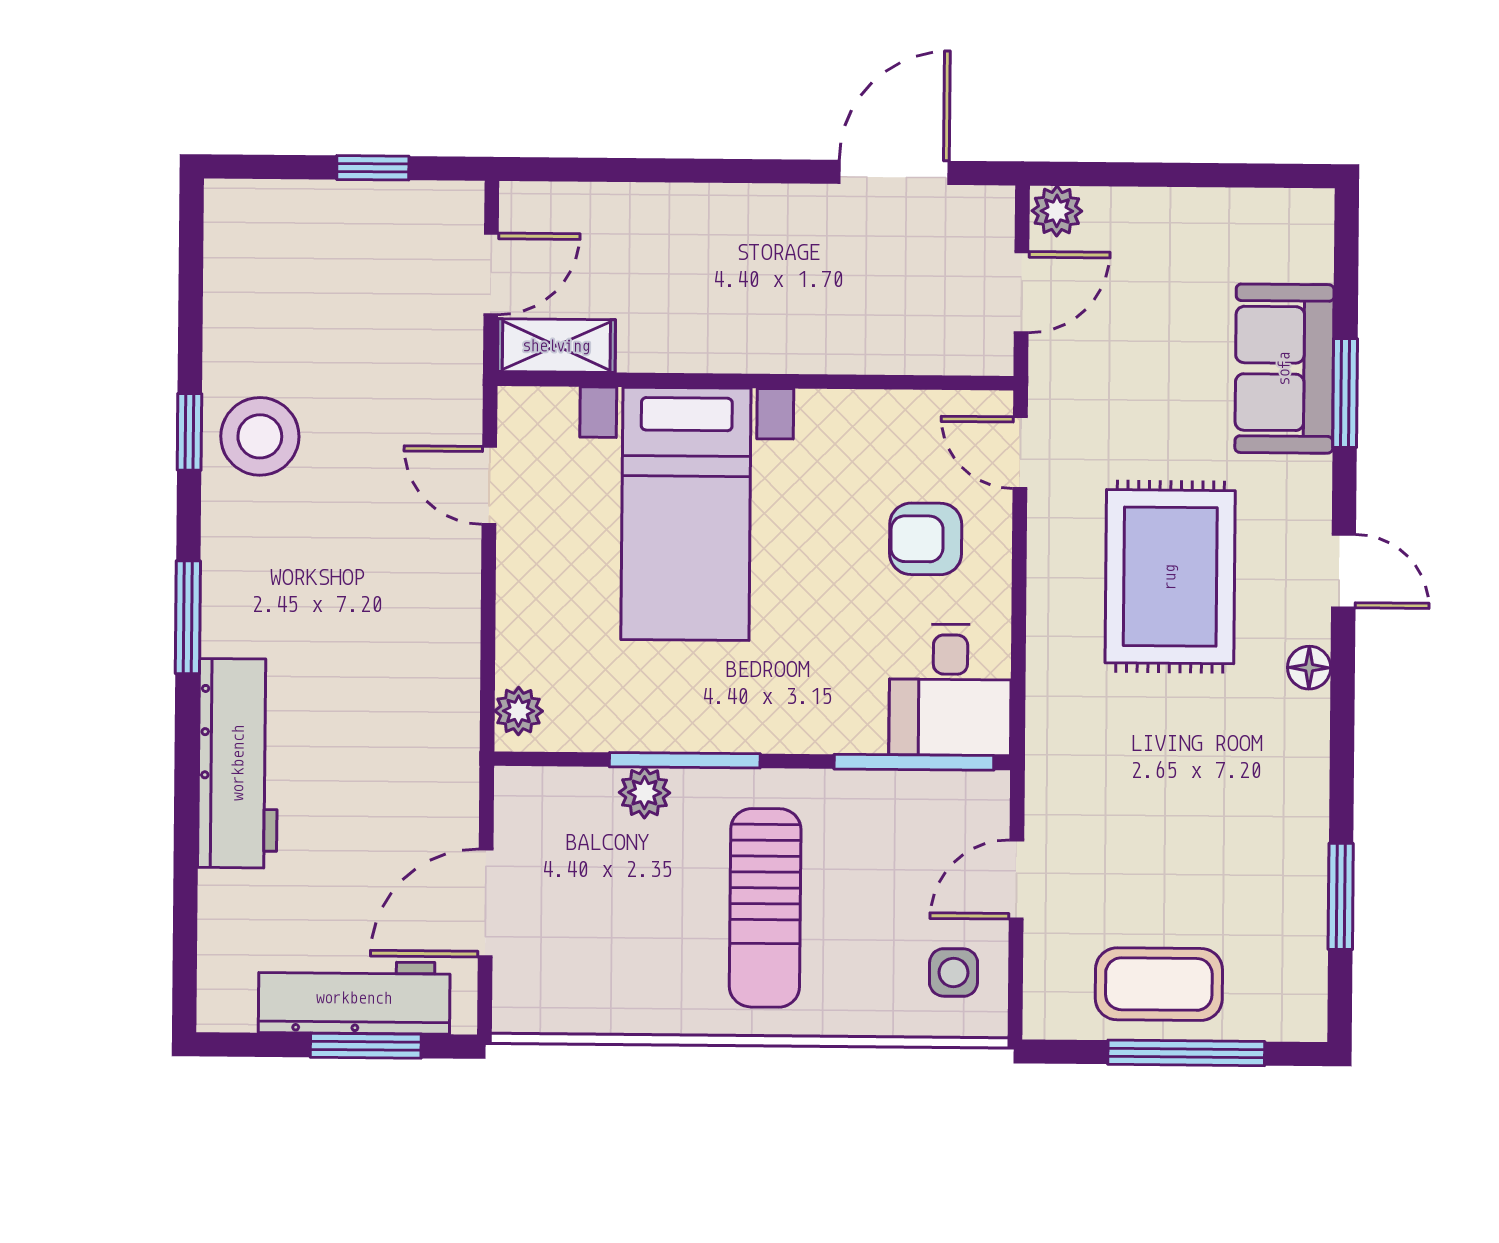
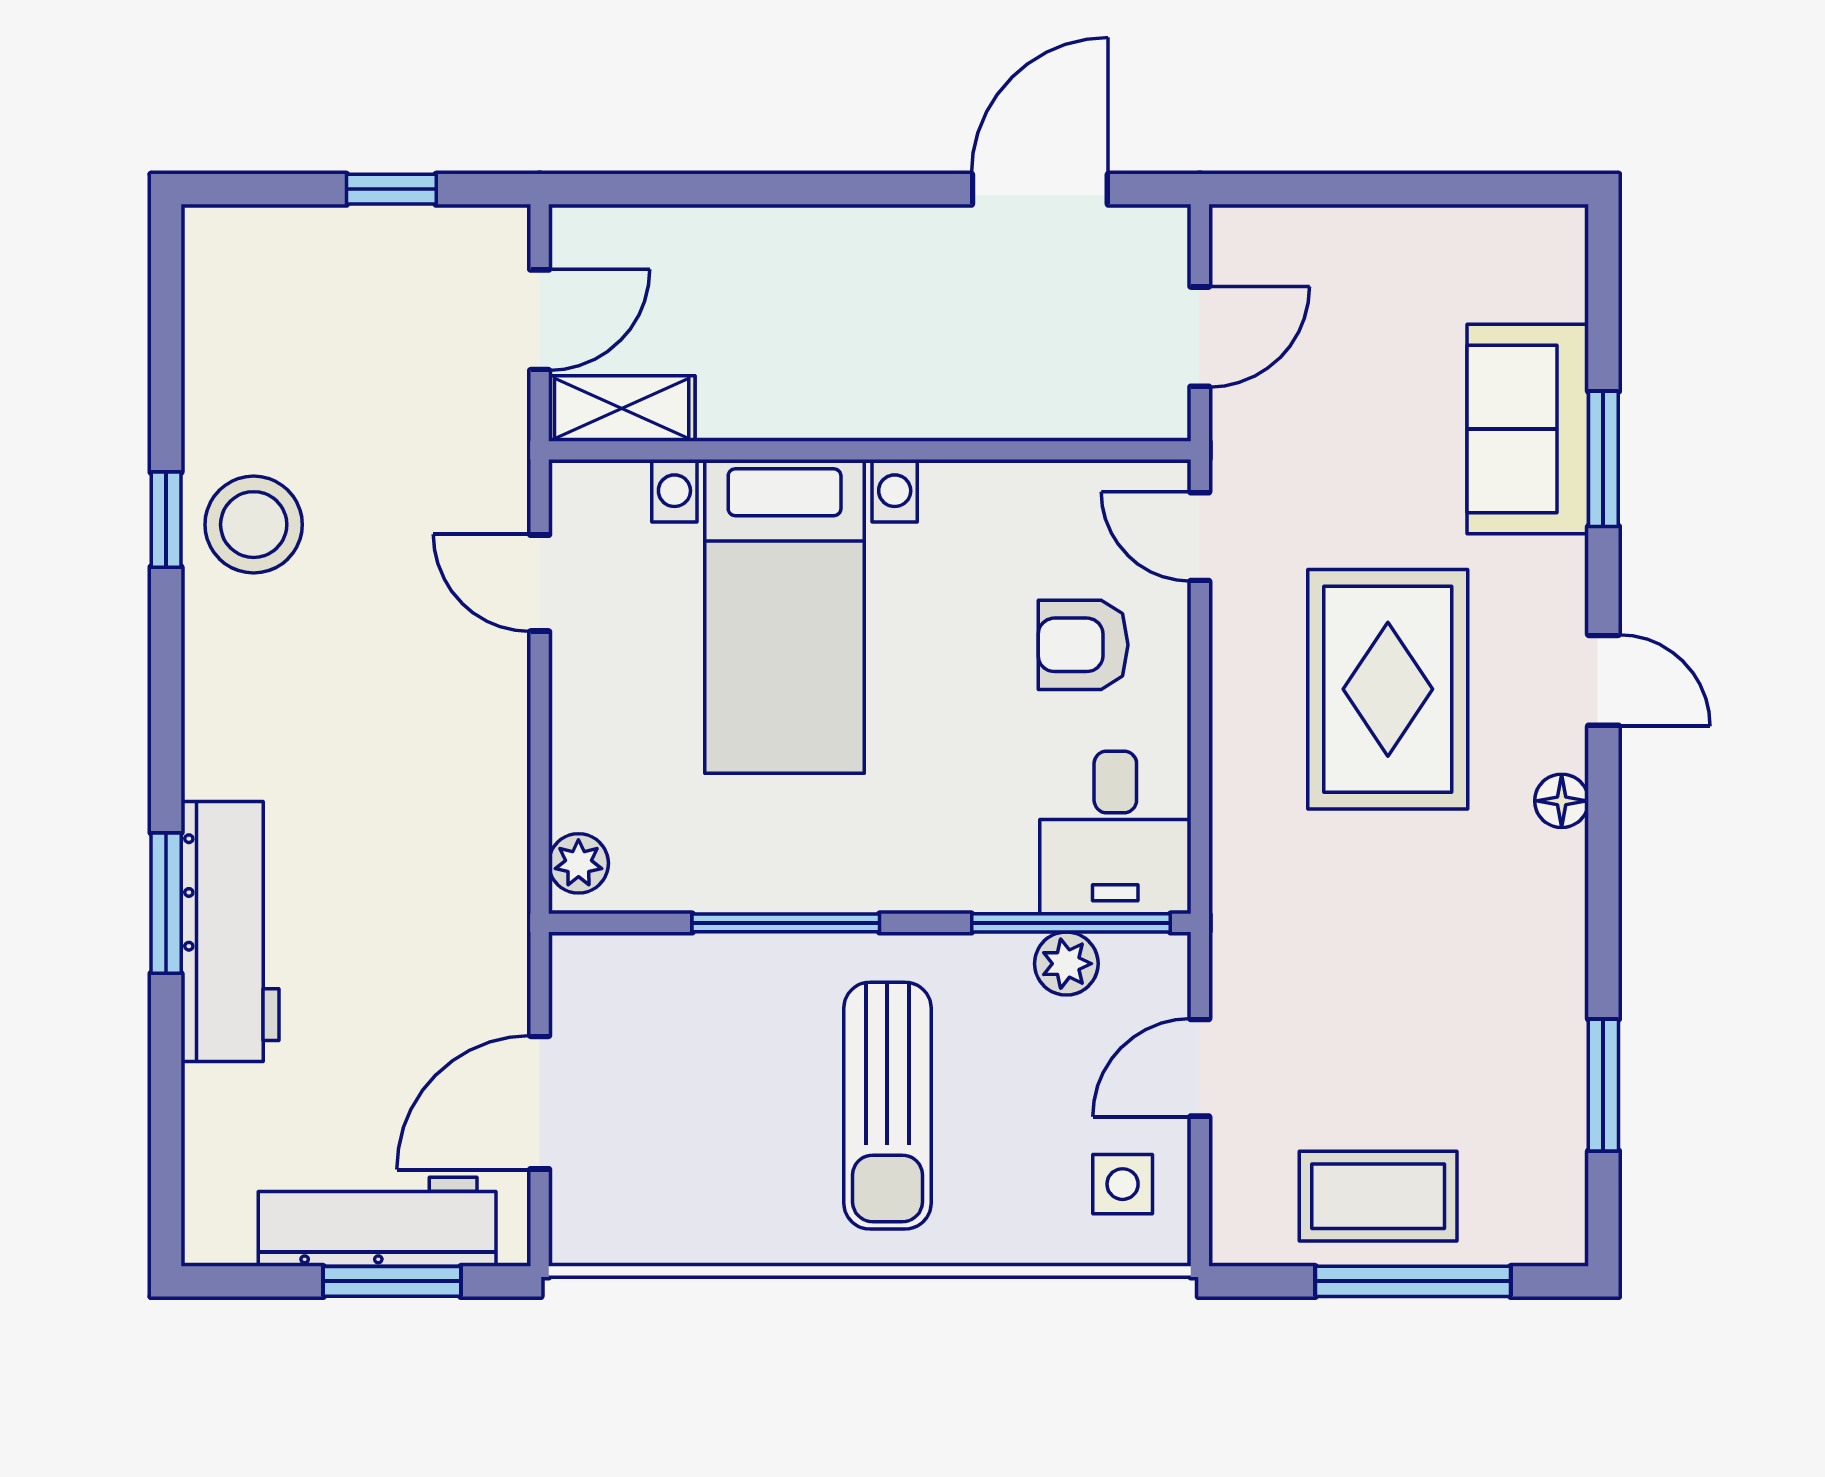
plant: (1057, 211) -> (1243, 235), removed
window: (188, 617) -> (166, 903), moved
plant: (645, 793) -> (1066, 964), moved

